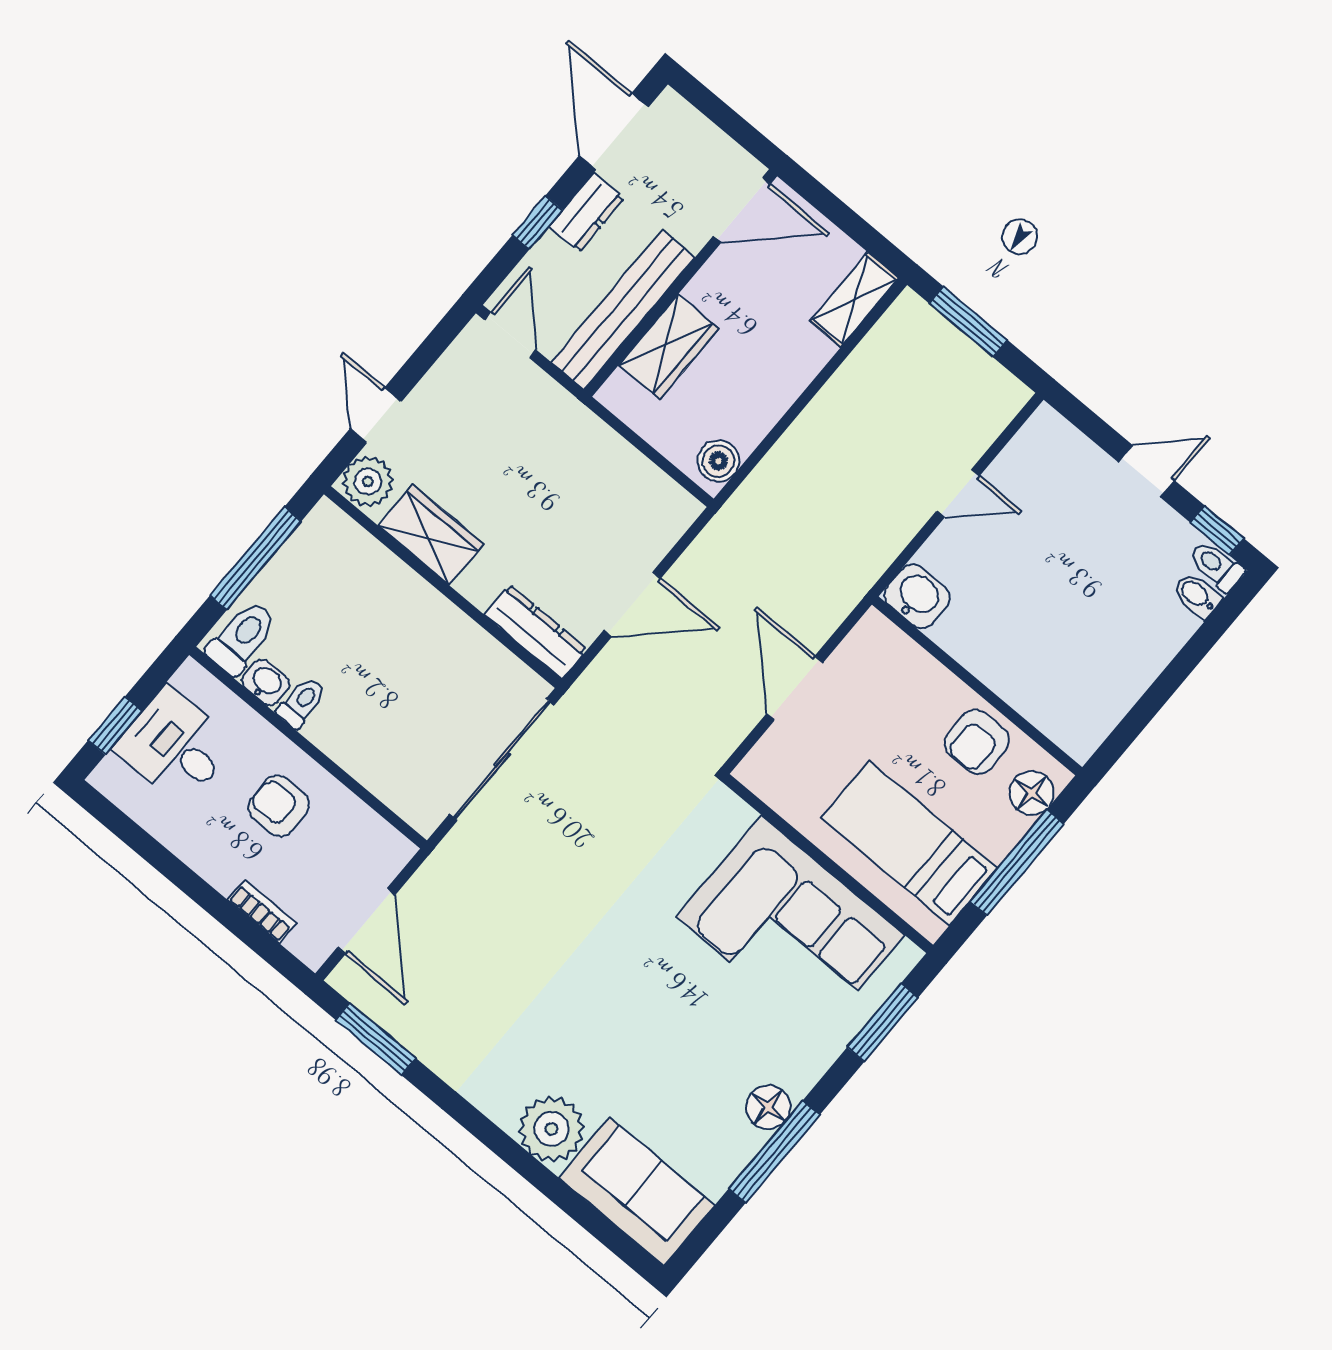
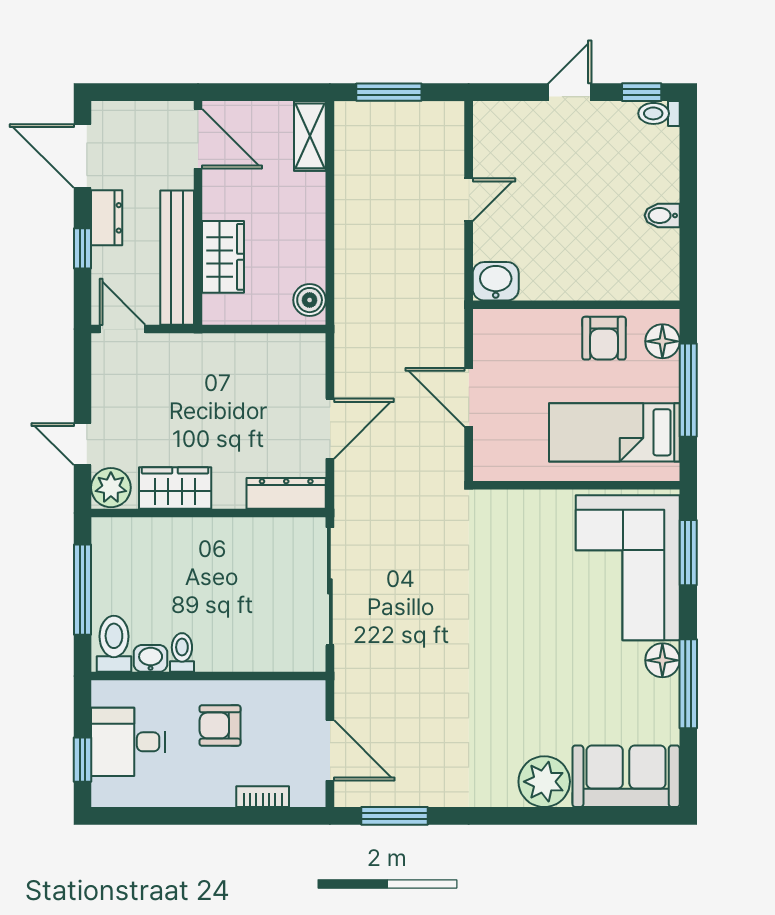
door: (742, 210) -> (198, 139), hinge flipped
bidet: (1197, 595) -> (662, 215), moved
corner sofa: (790, 926) -> (628, 568), moved, turned 90

